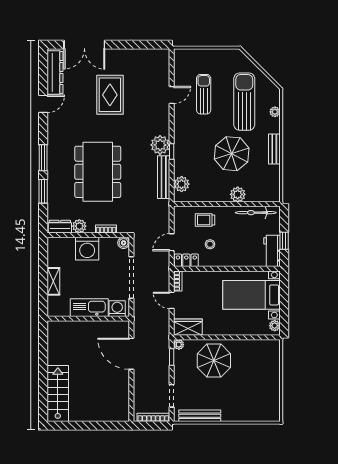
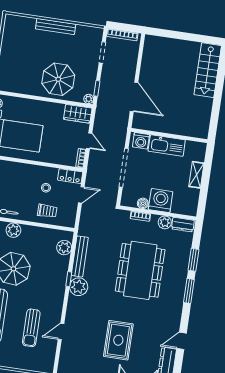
boiler: (124, 243) -> (143, 203), moved
bench: (200, 416) -> (56, 27), moved

